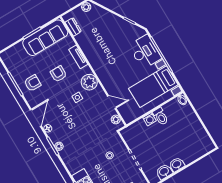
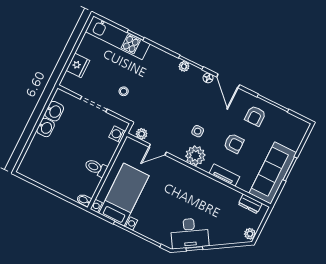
desk: (145, 52) -> (190, 233), moved, turned -32
washing machine: (149, 119) -> (117, 134), moved

